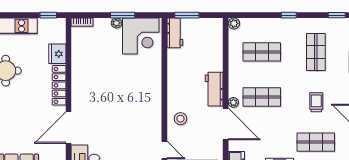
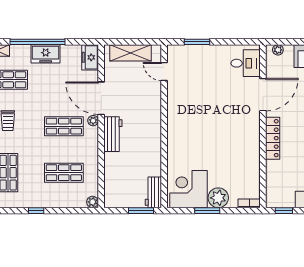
plant: (116, 23) -> (218, 198), width x1.88, depth x1.88
fridge: (57, 54) -> (274, 171), removed
stool: (180, 119) -> (148, 104), removed

